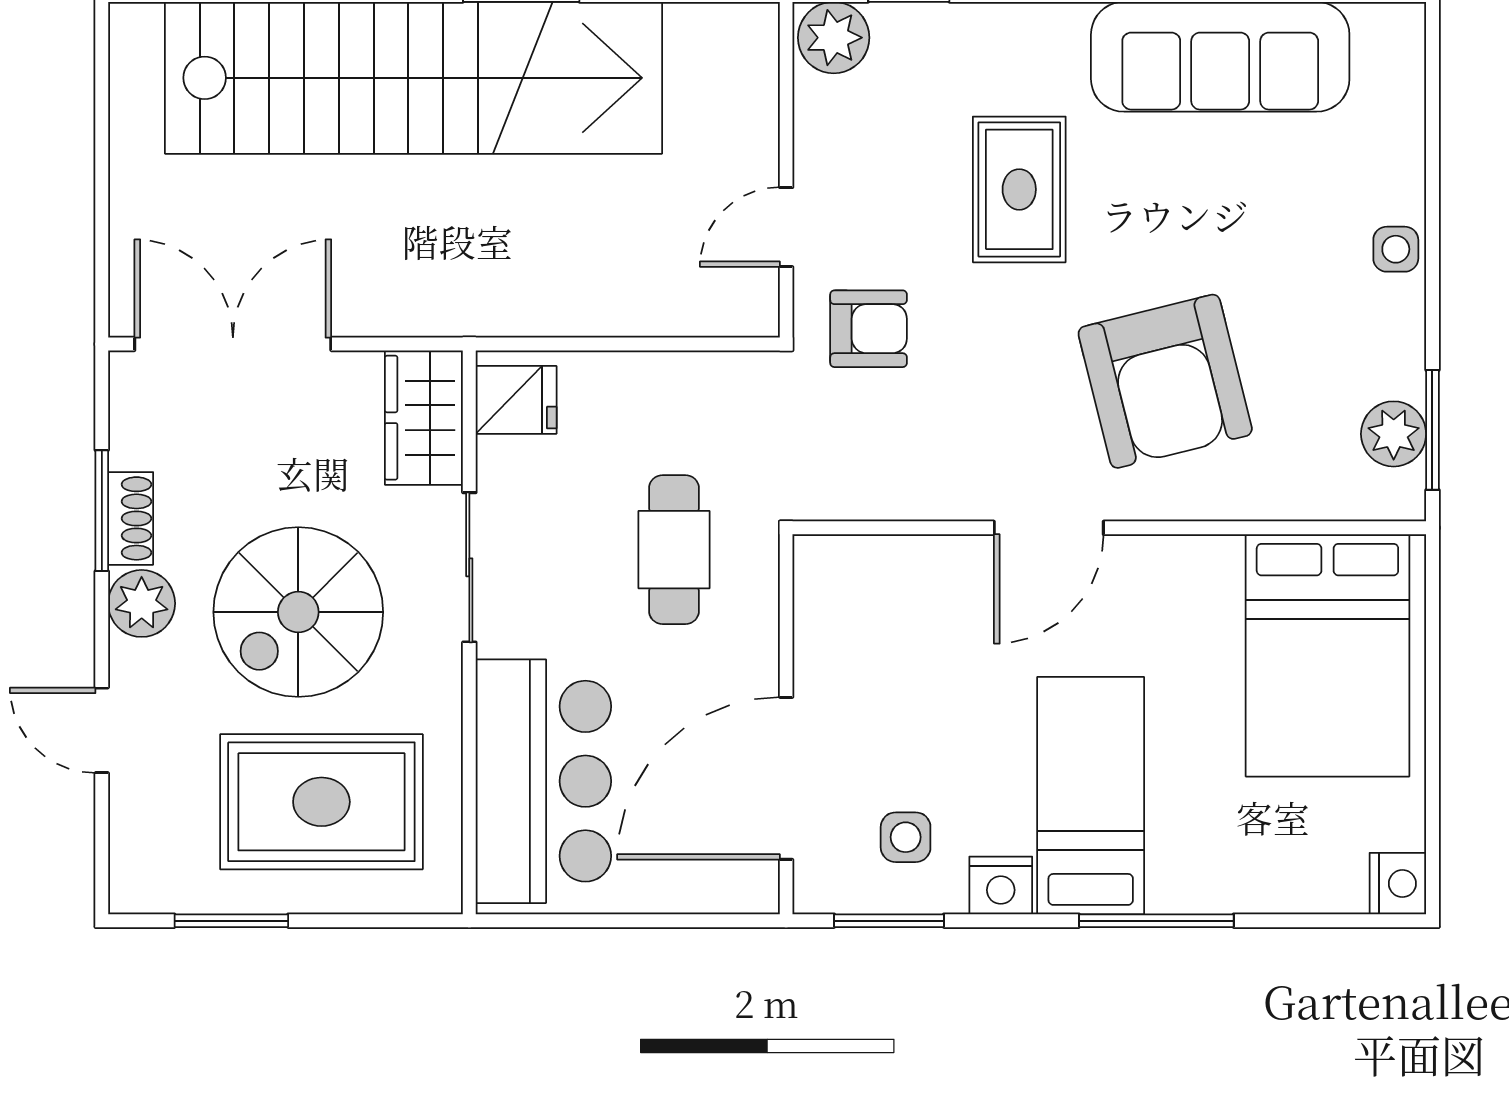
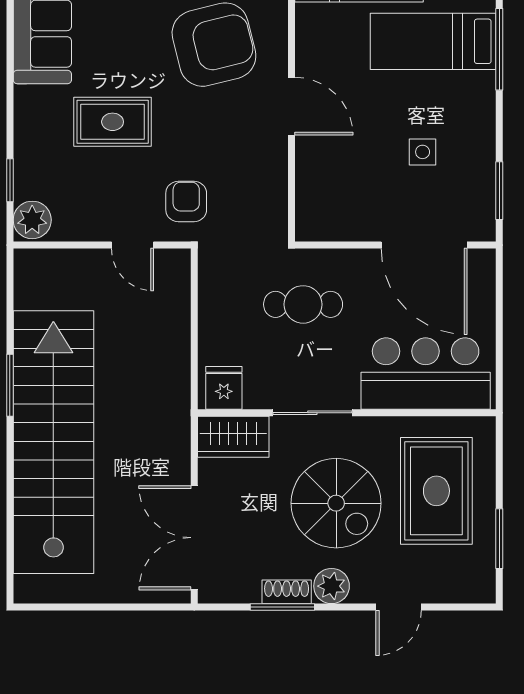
bed: (1091, 796) -> (433, 41), moved
side table: (906, 837) -> (423, 152), moved
nightstand: (1001, 885) -> (481, 132), removed

